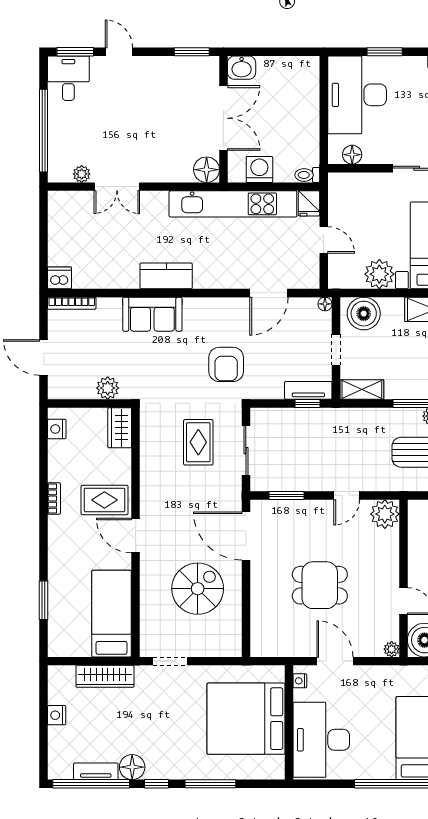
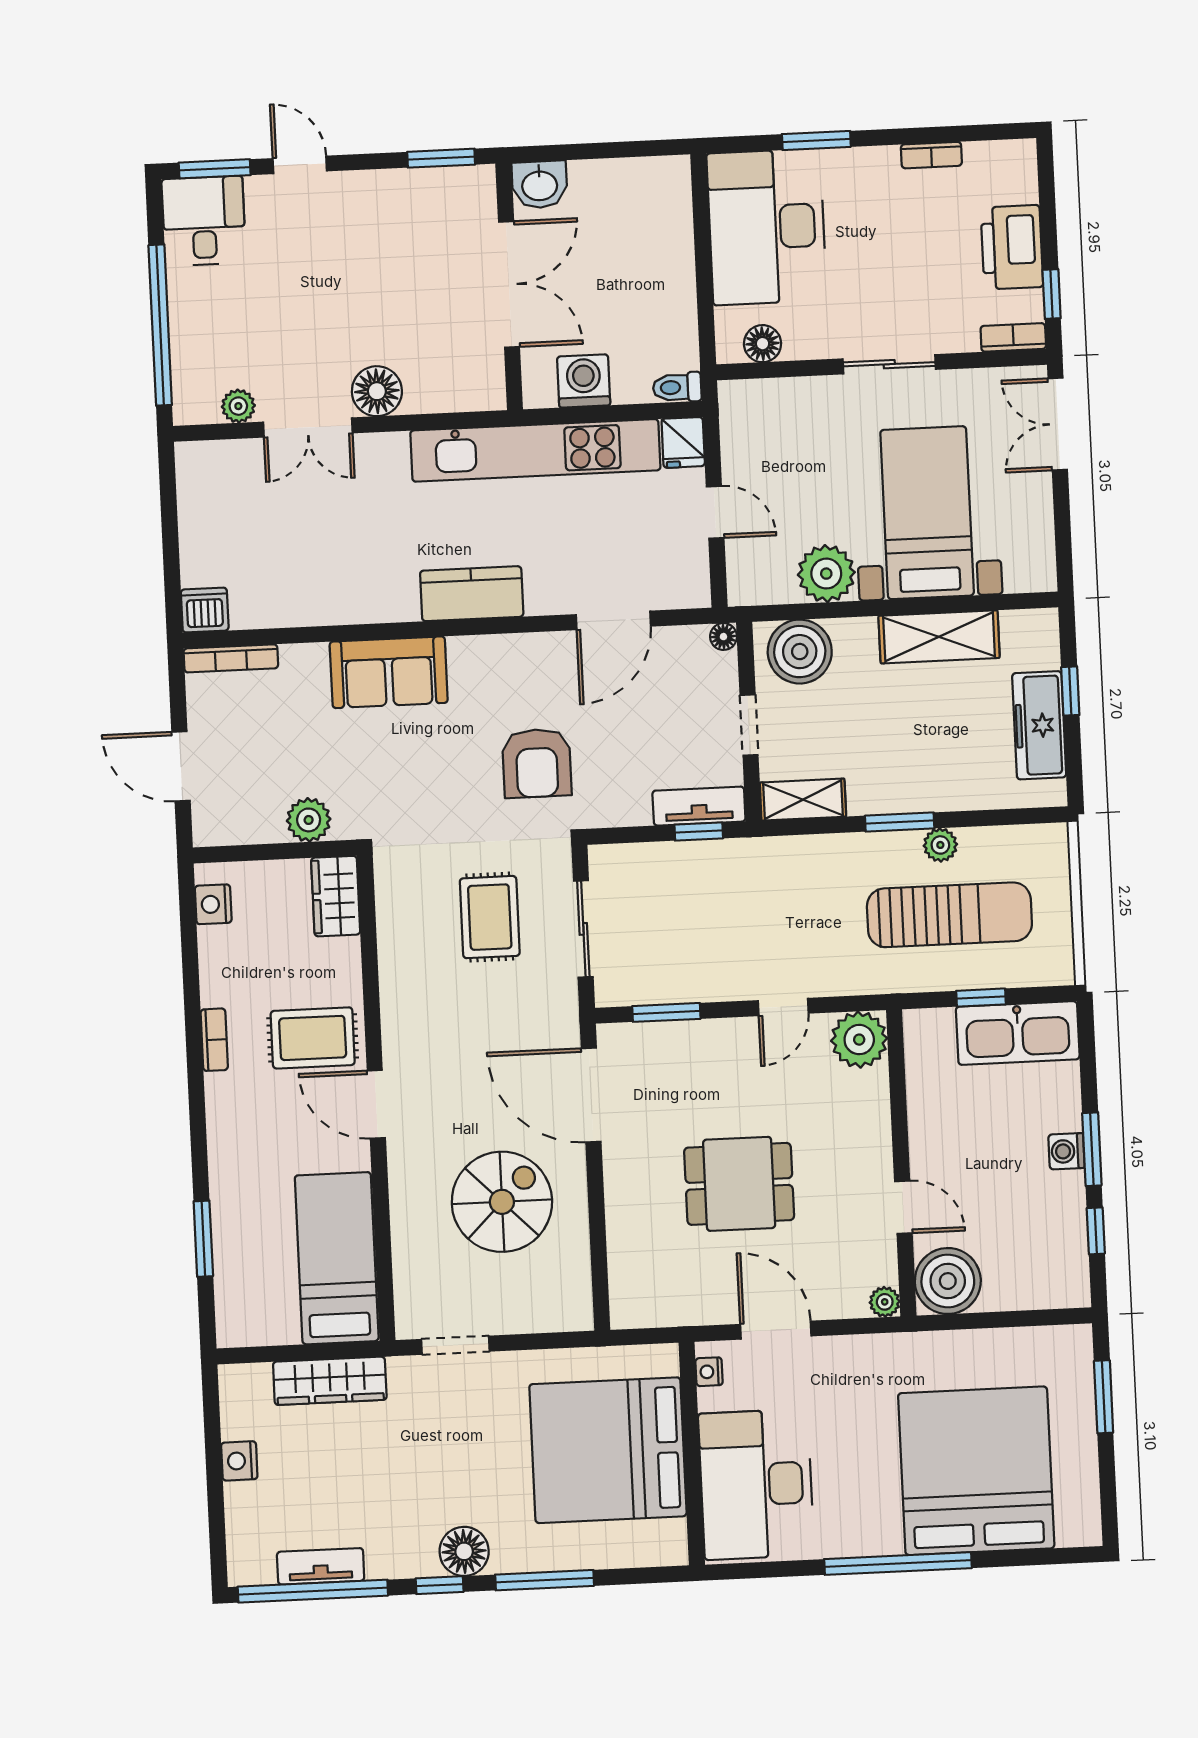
floor lamp: (207, 170) -> (377, 391), moved
kitchen counter: (166, 276) -> (472, 594), moved
floor lamp: (132, 767) -> (464, 1551), moved

